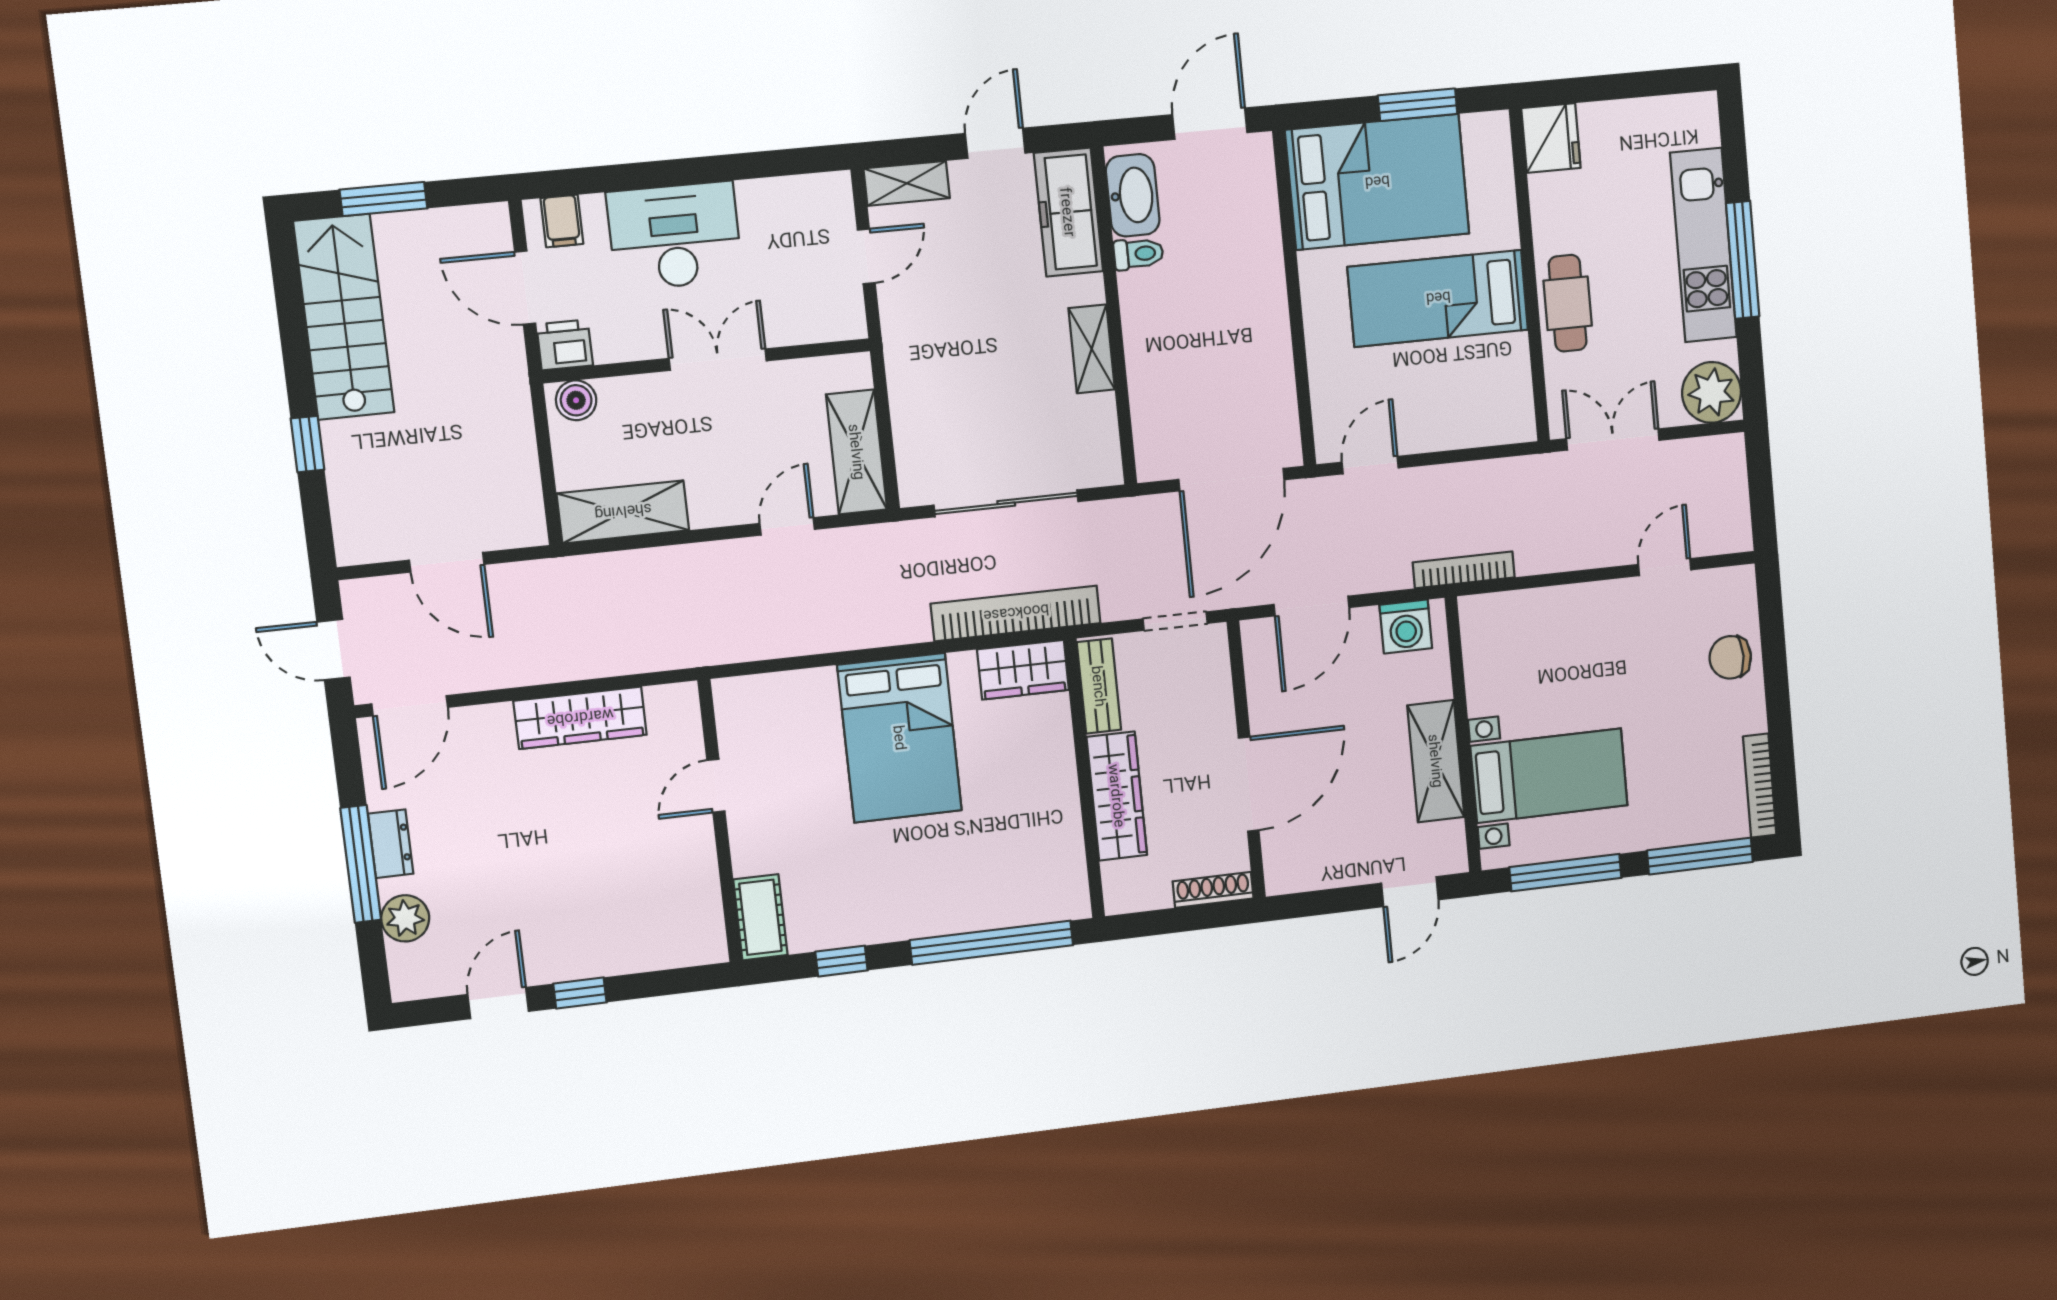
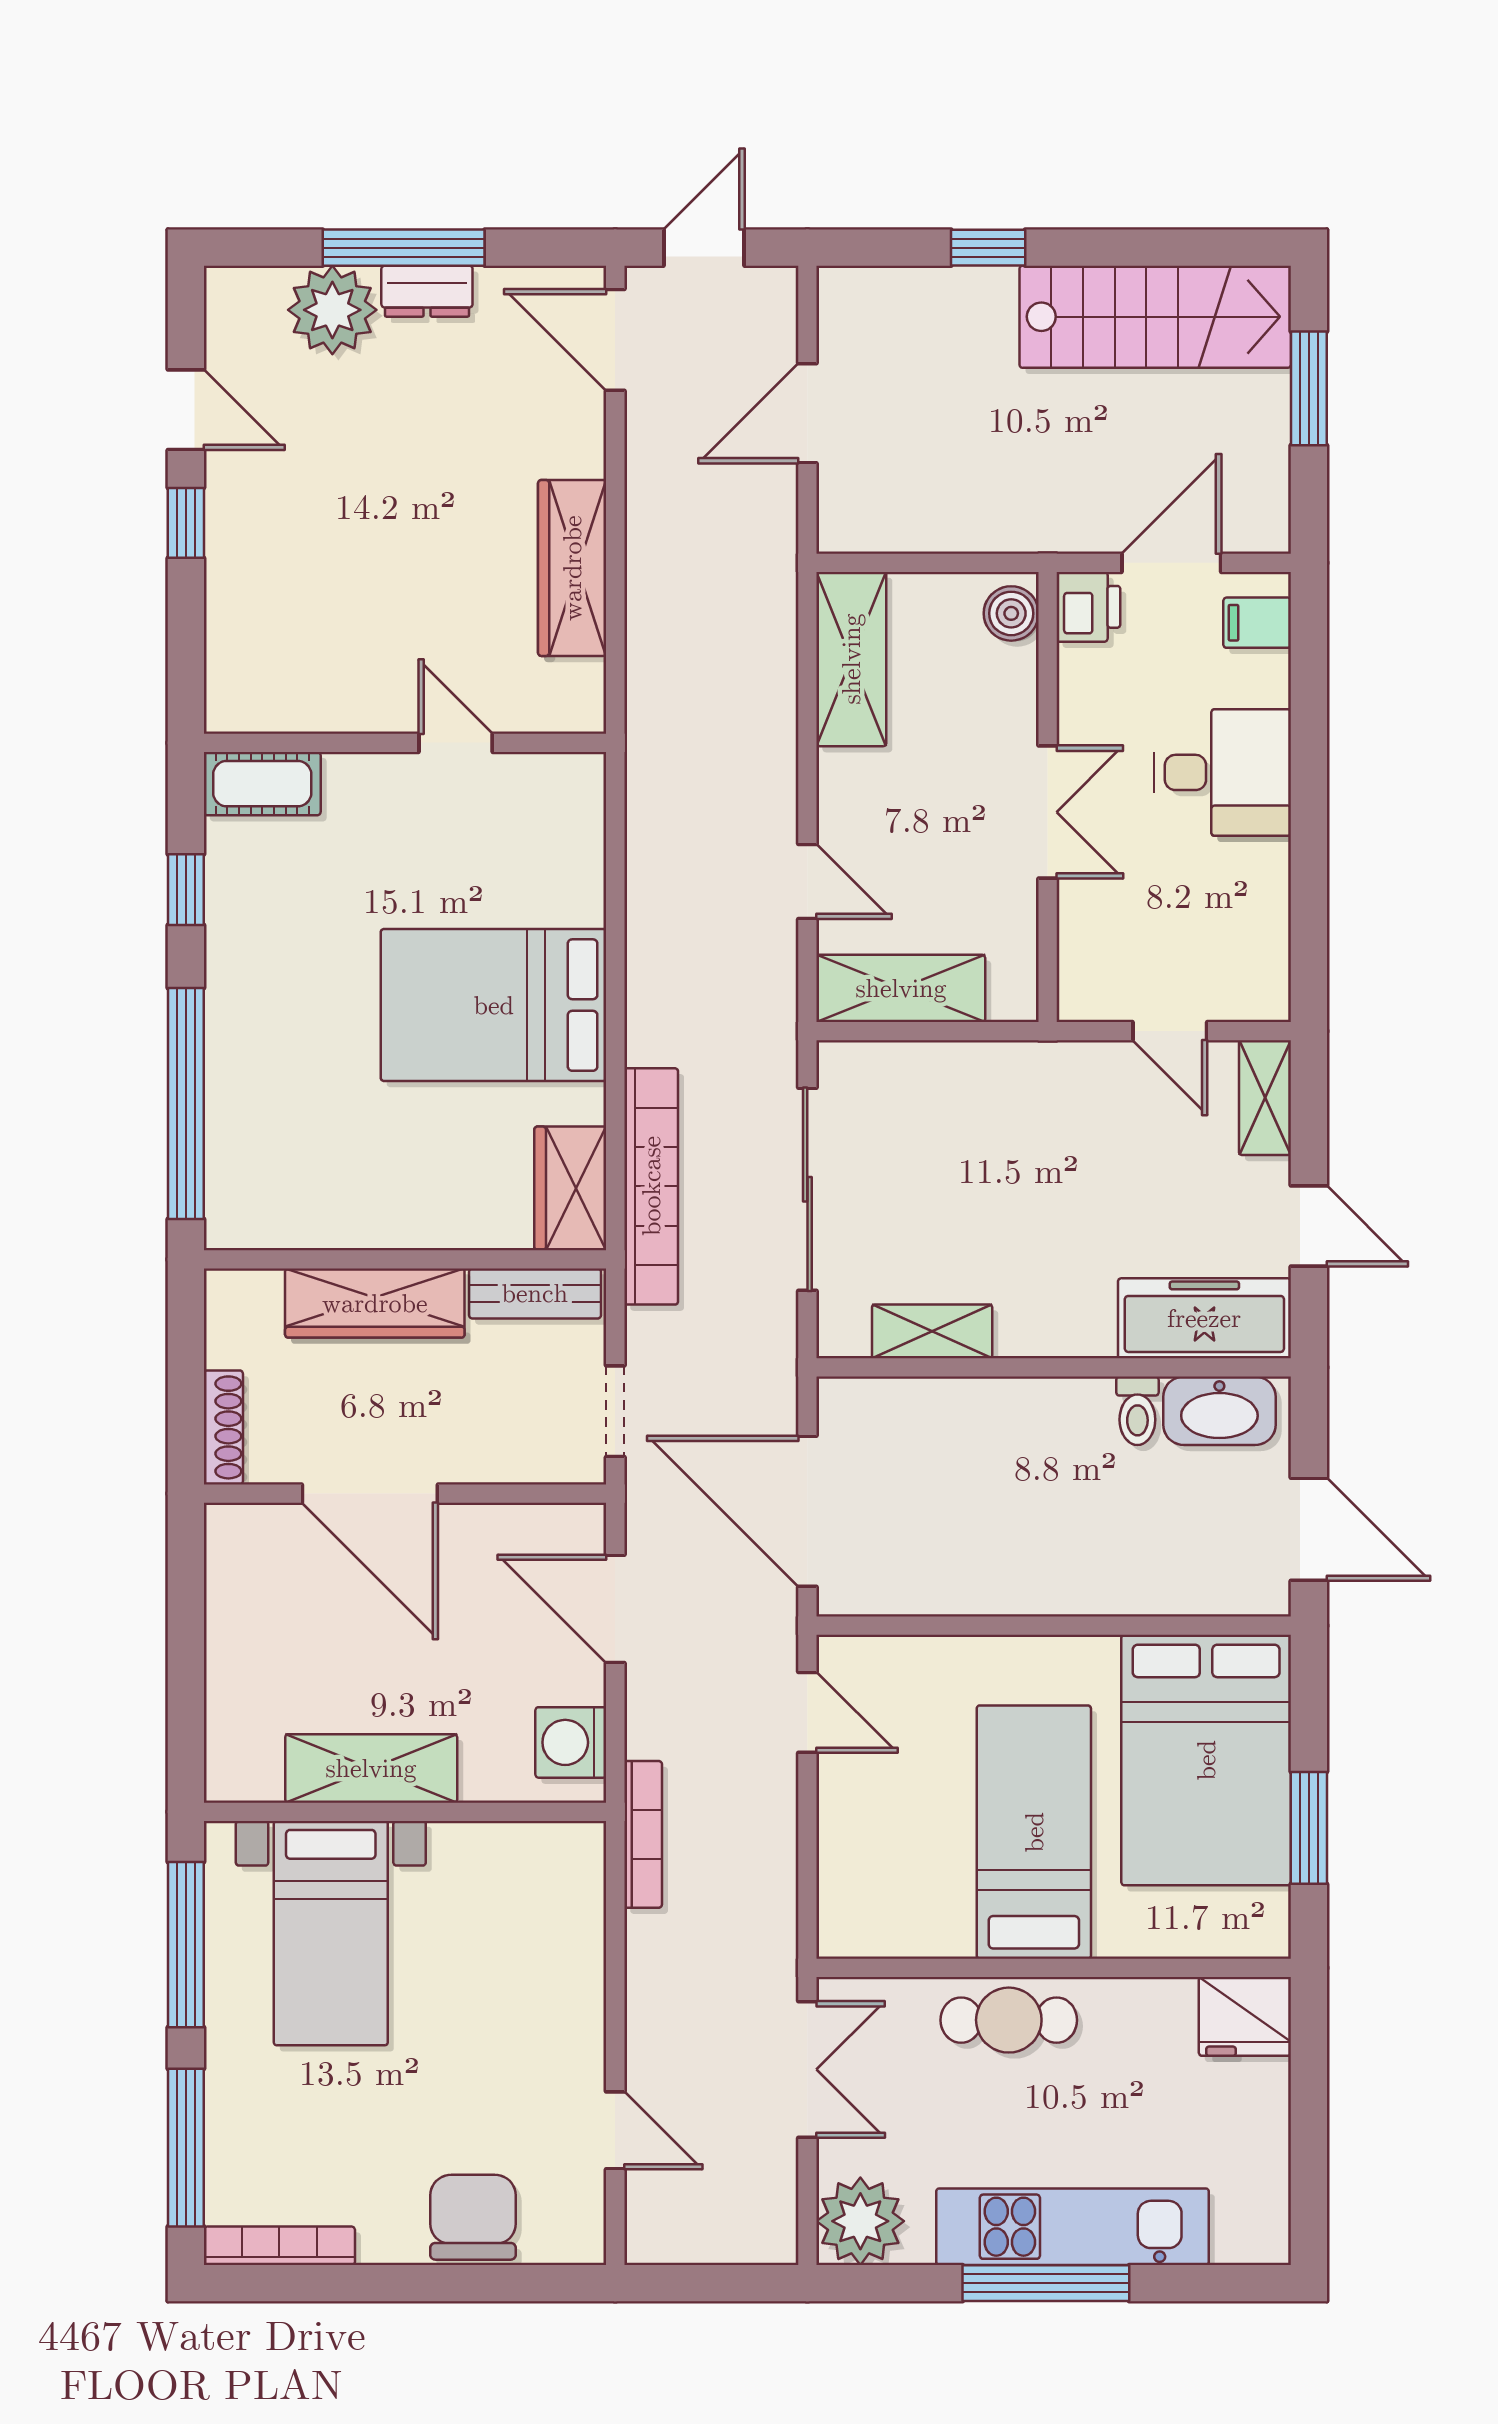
desk: (675, 236) -> (1222, 772), width x0.73
shelving: (1092, 349) -> (932, 1331), moved
chair: (1730, 657) -> (473, 2217), width x1.37, depth x1.37
door: (1410, 892) -> (186, 1713), removed
plant: (405, 918) -> (332, 310), width x1.36, depth x1.36

